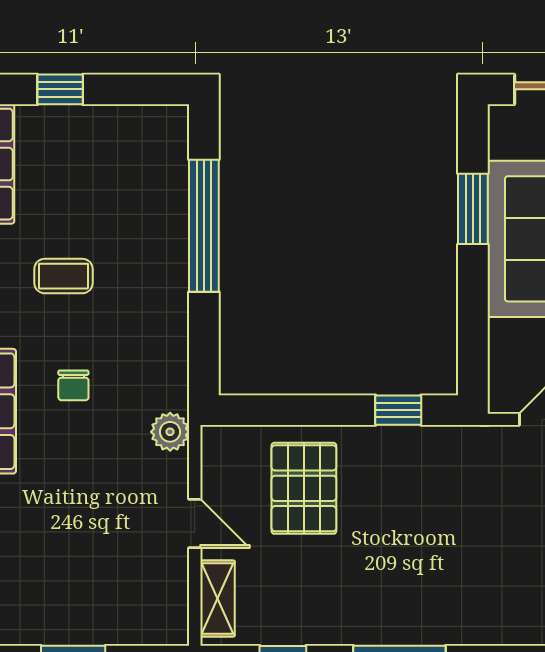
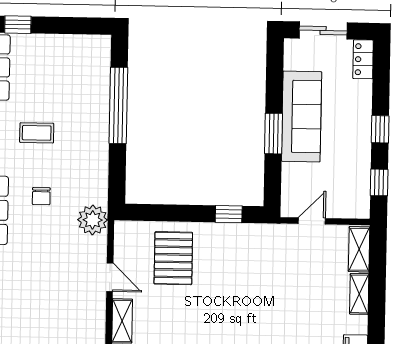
window: (60, 89) -> (18, 25), moved
window: (473, 209) -> (273, 134), moved
plant: (170, 432) -> (93, 220), width x1.36, depth x1.36

